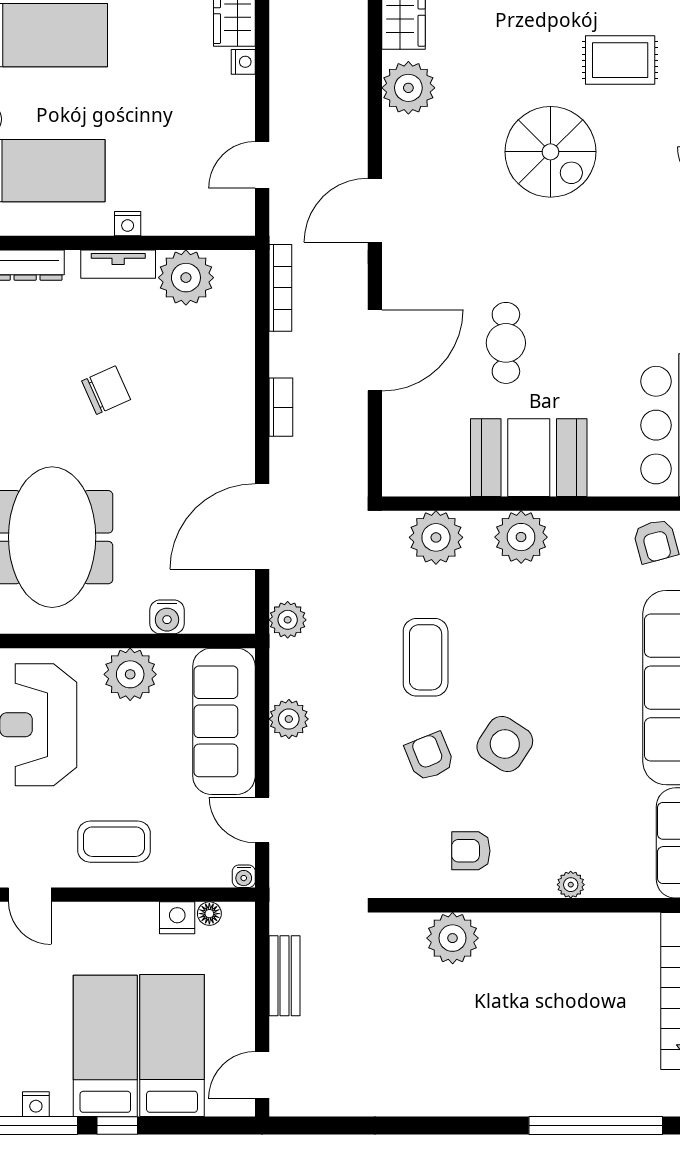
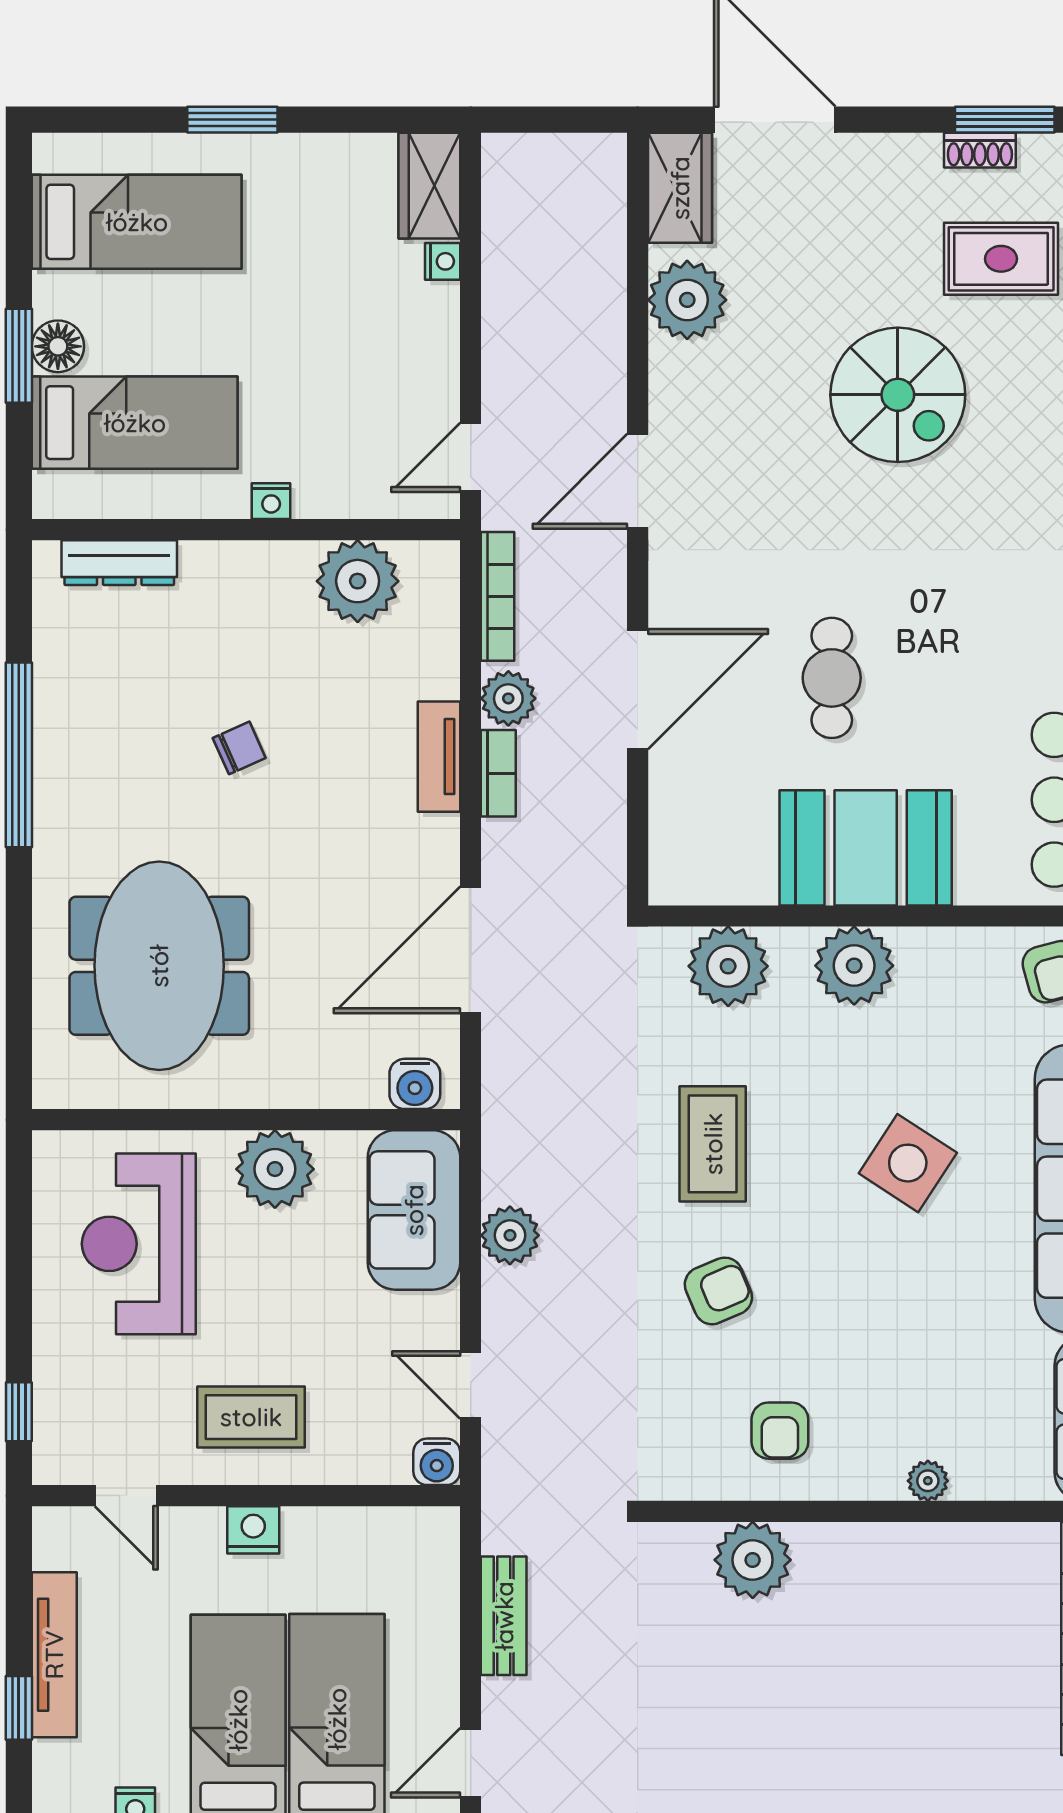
door: (262, 165) -> (471, 457), moved
tv unit: (118, 264) -> (439, 757), moved, turned 90
chair: (106, 390) -> (239, 748), width x0.73, depth x0.73
water cooler: (167, 617) -> (415, 1084), moved
plant: (288, 620) -> (508, 698), moved
sofa: (224, 721) -> (414, 1210), width x0.73
side table: (505, 744) -> (908, 1163), moved
armchair: (429, 757) -> (718, 1291), turned 89
armchair: (471, 851) -> (780, 1431), turned -90
water cooler: (244, 876) -> (437, 1462), width x1.38, depth x1.38
floor lamp: (209, 914) -> (392, 1524), removed
nightstand: (177, 918) -> (253, 1530), moved

